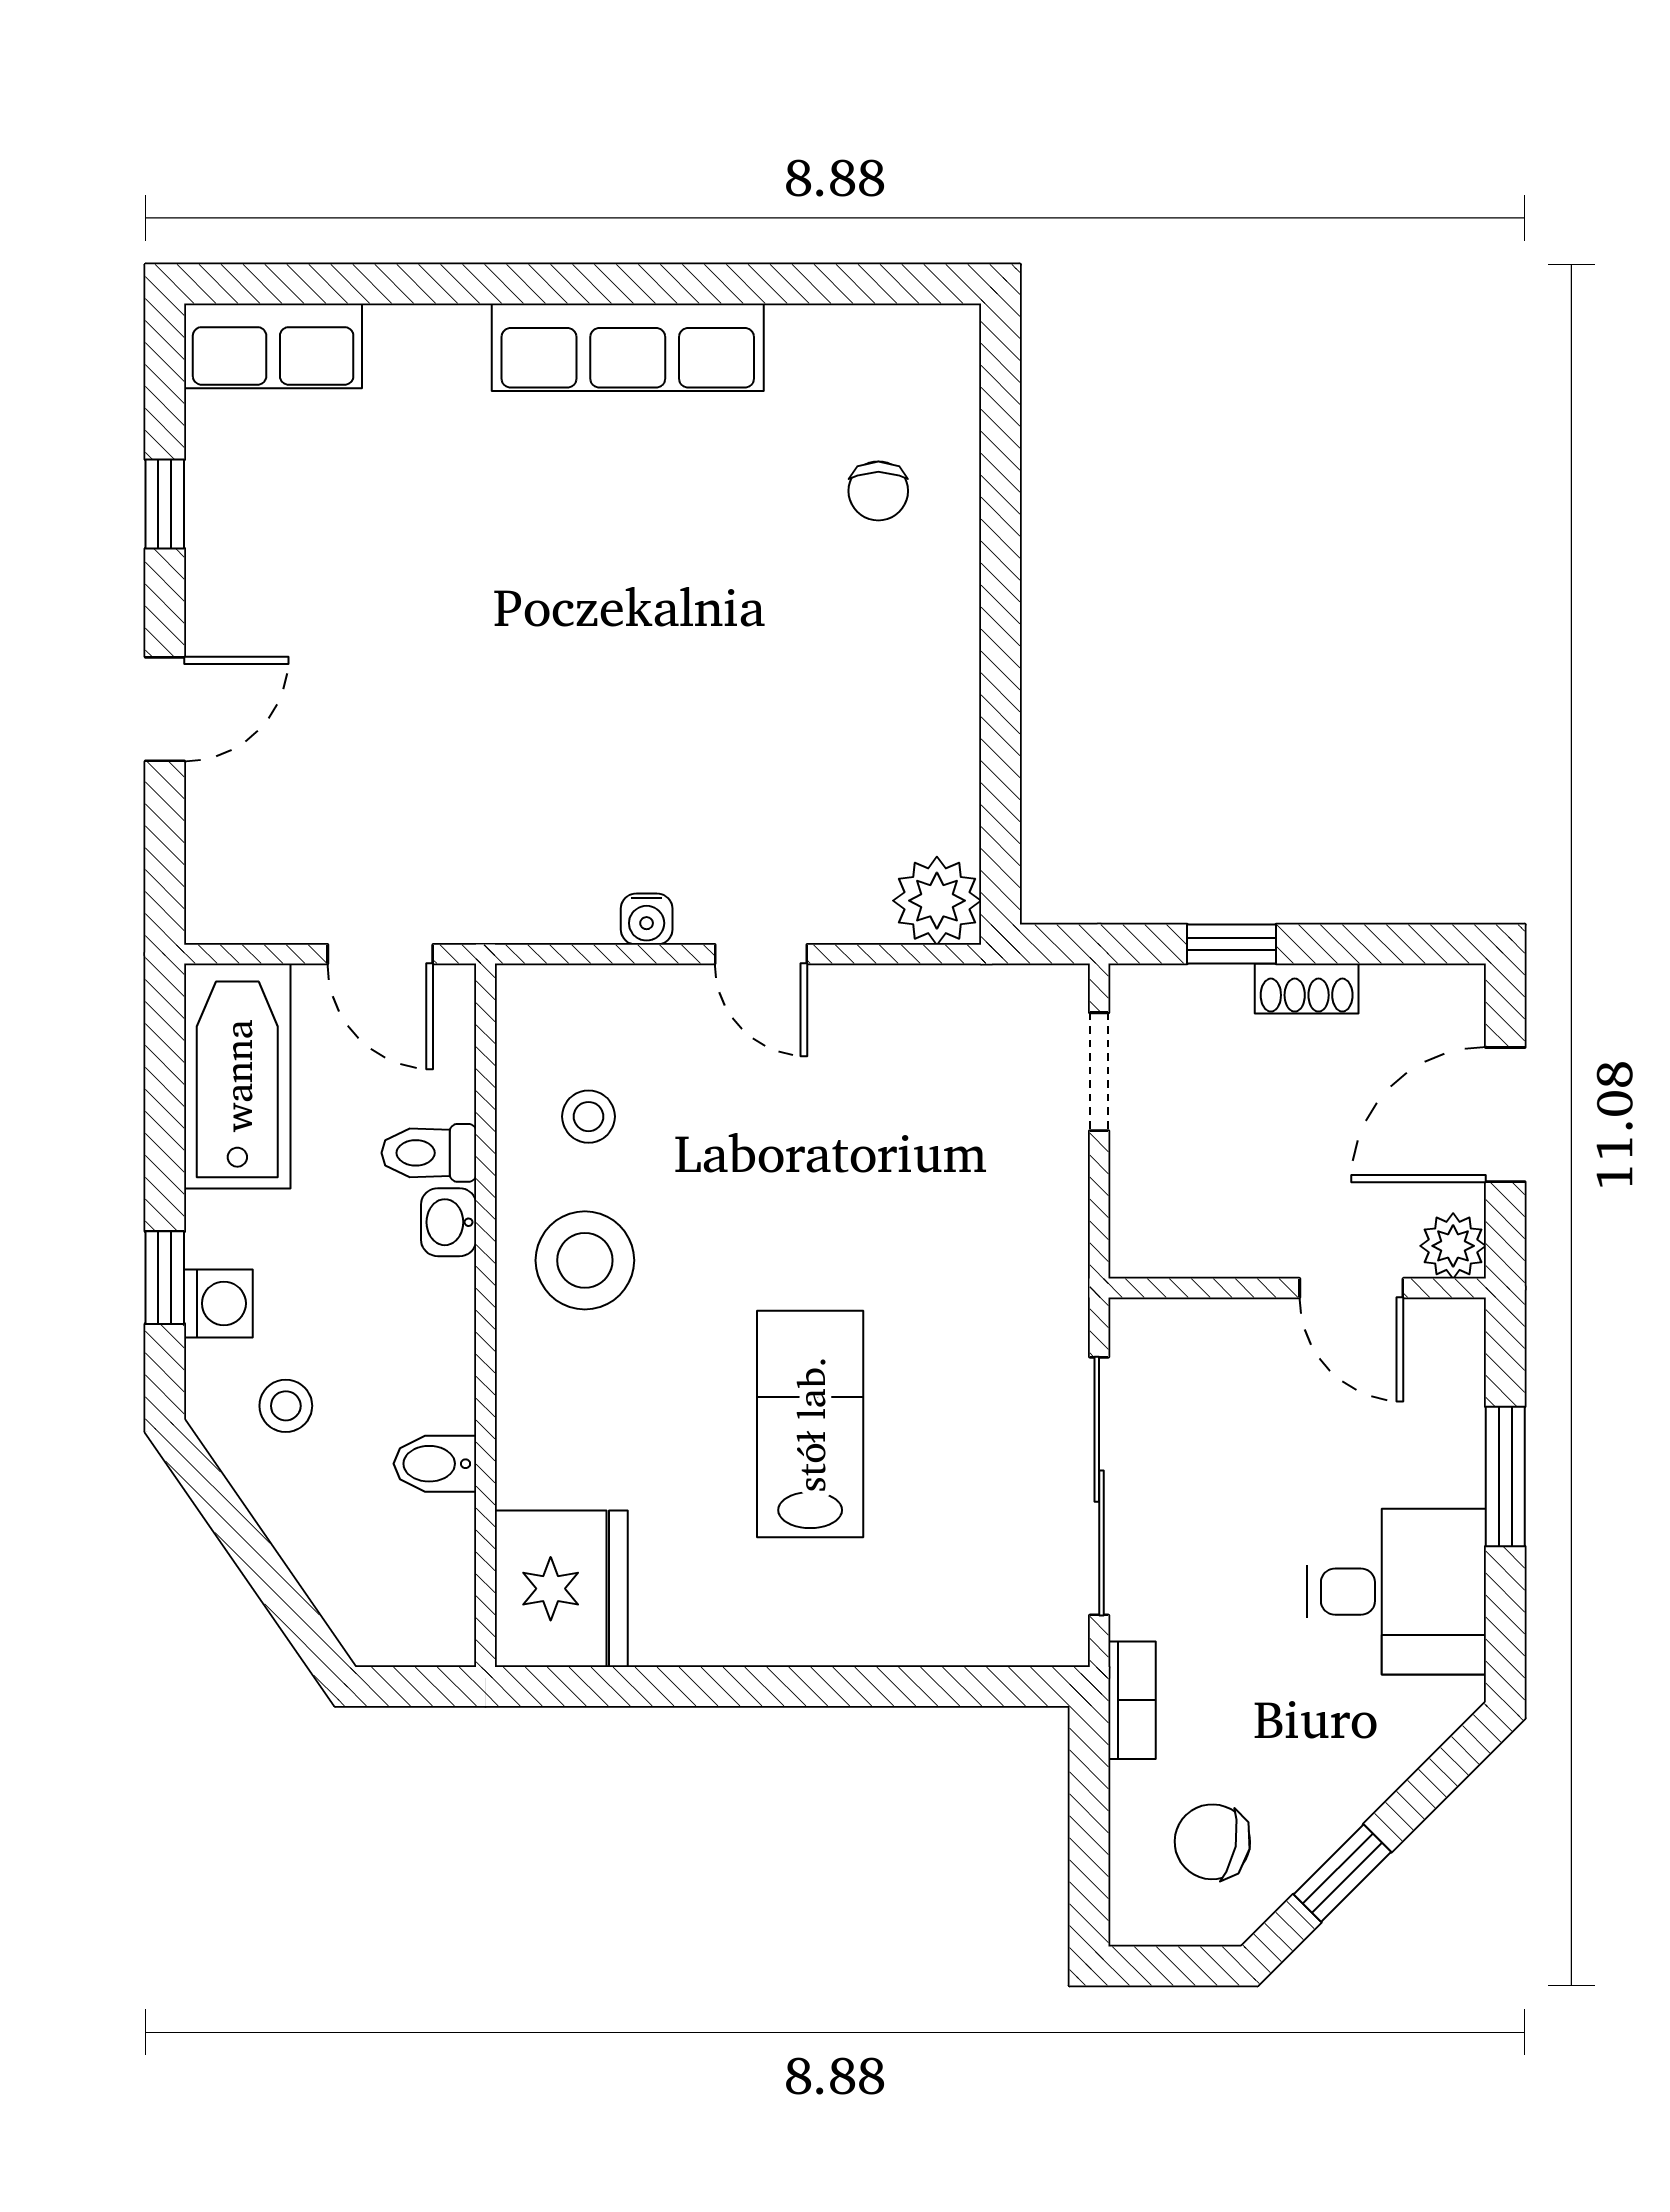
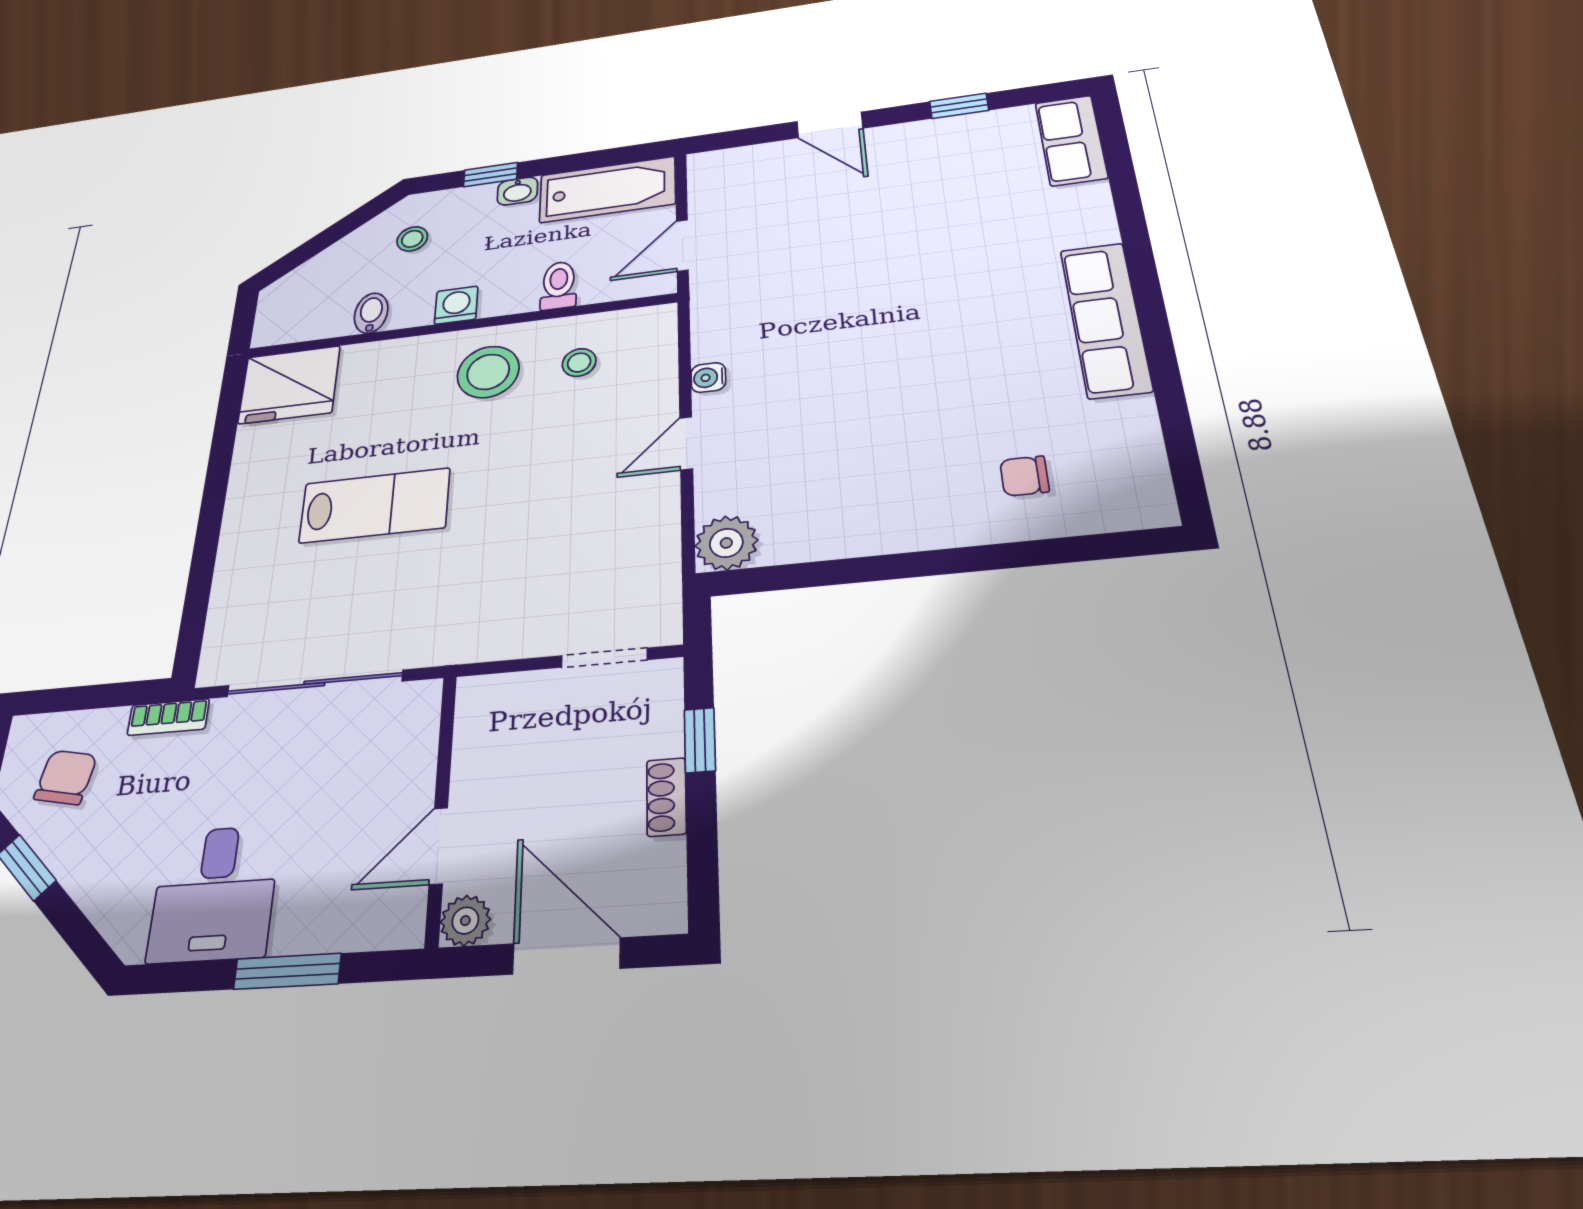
washbasin: (449, 1222) -> (517, 191), moved, turned 180
washing machine: (218, 1303) -> (456, 305), moved, turned 180

